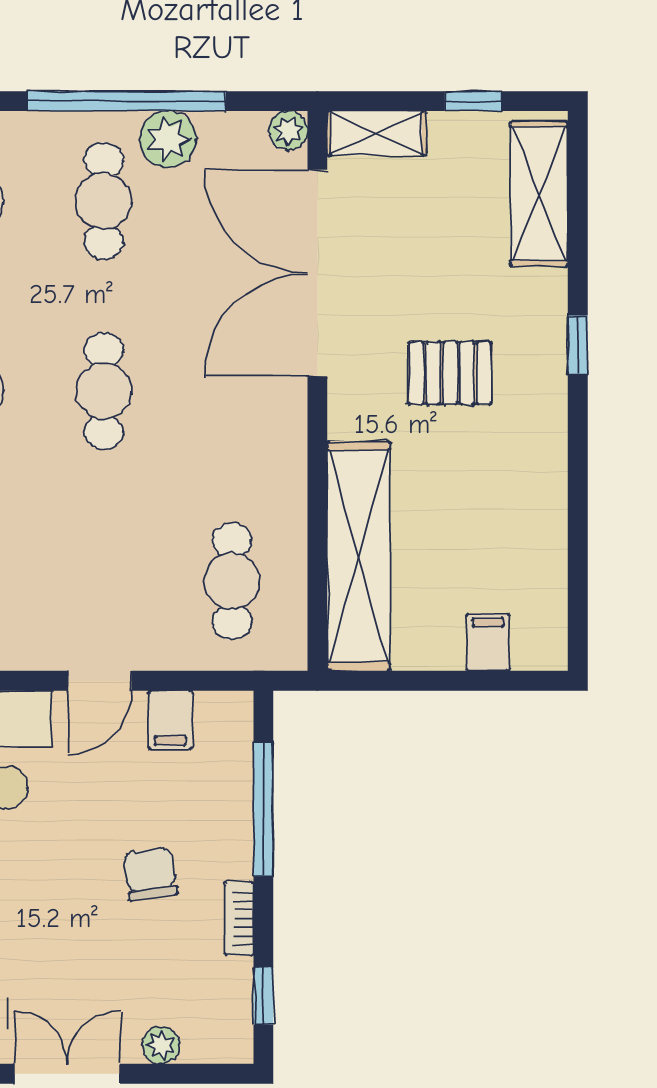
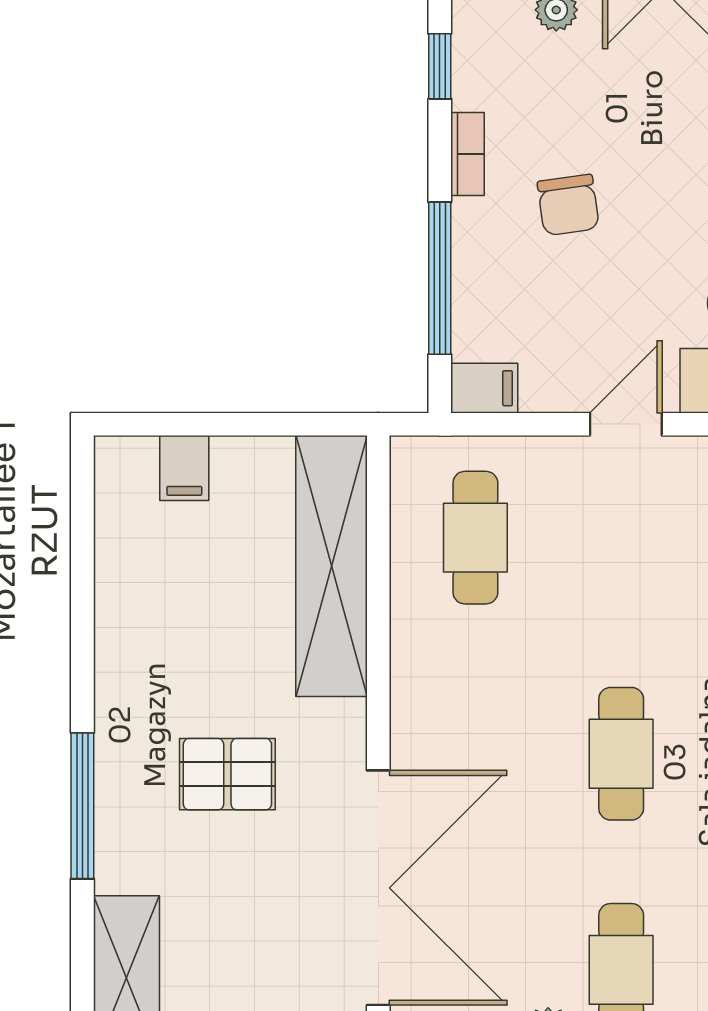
window: (578, 345) -> (82, 806), width x2.17
filing cabinet: (170, 720) -> (484, 388), moved, turned 90

